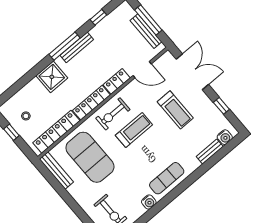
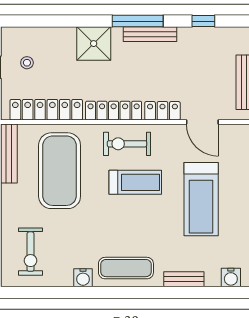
treadmill: (175, 110) -> (201, 199), width x1.37, depth x1.38
bench: (210, 152) -> (184, 279), moved

